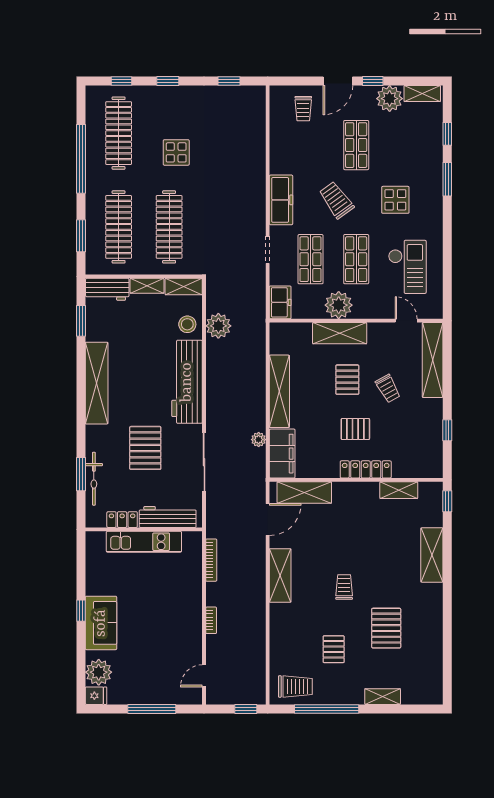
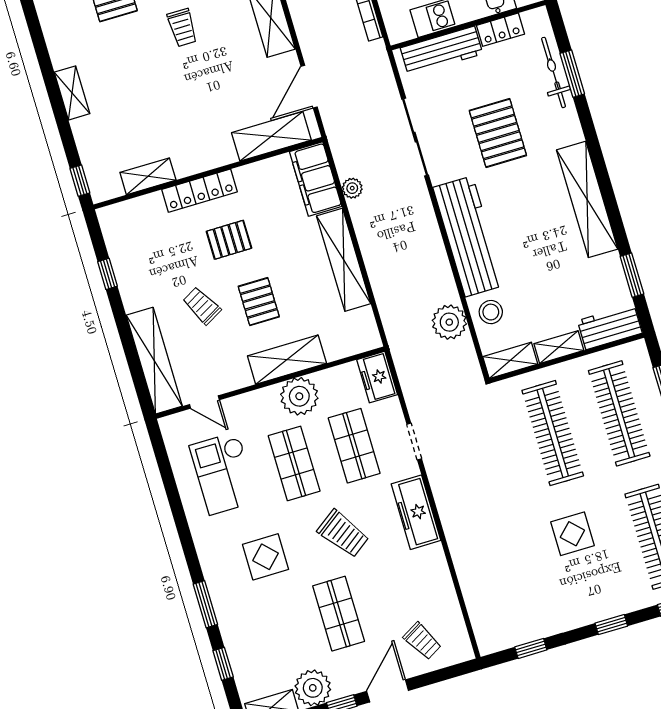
trolley: (303, 109) -> (422, 641), turned 150
shelving: (432, 555) -> (72, 93), width x0.67, depth x0.75

